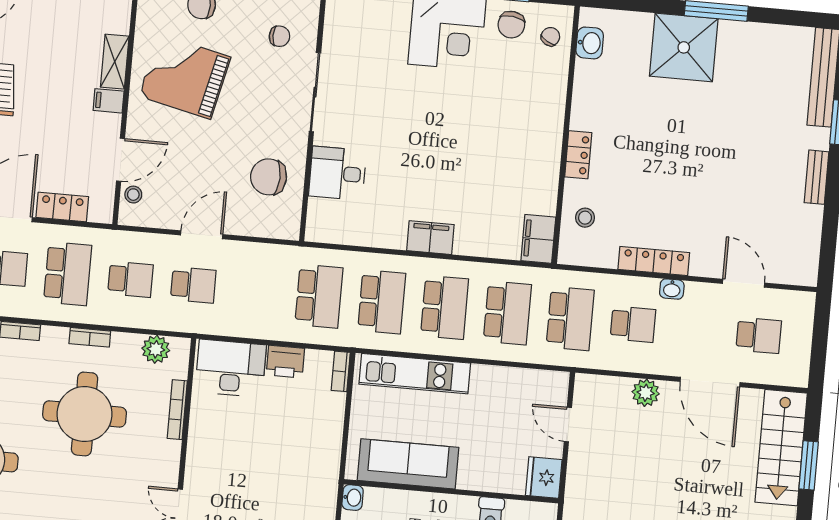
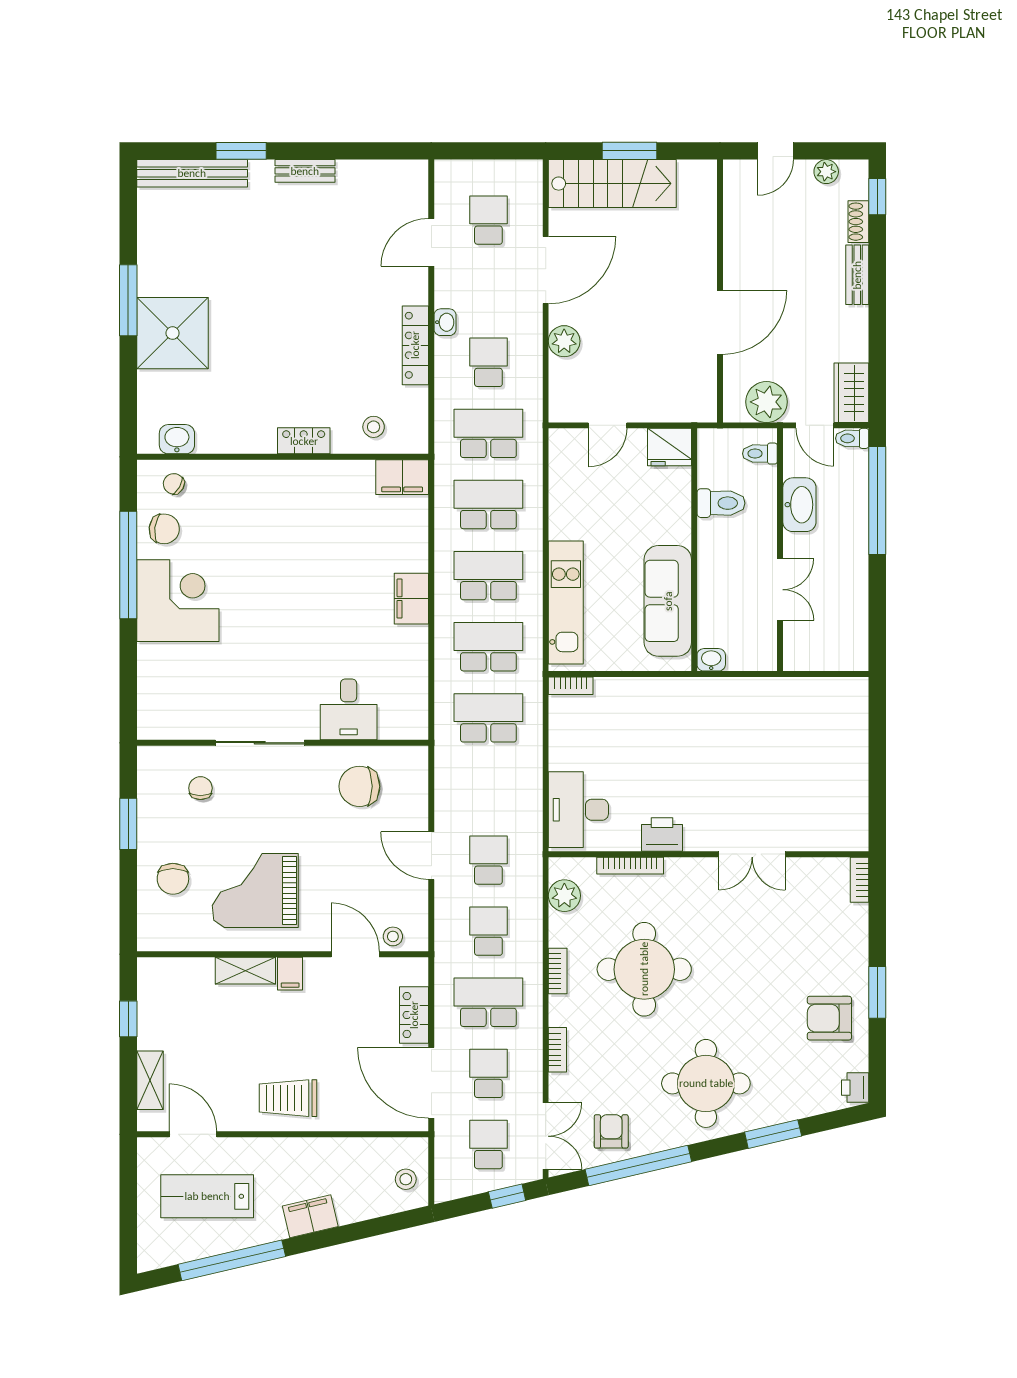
grand piano: (185, 77) -> (255, 891), turned 77
chair: (269, 177) -> (359, 786), turned 88
printer: (285, 362) -> (662, 834), moved, turned -90

